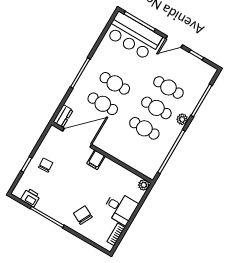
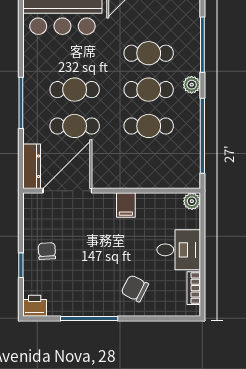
dresser: (63, 116) -> (32, 166), width x1.44
filing cabinet: (96, 160) -> (126, 205), moved
printer: (30, 197) -> (35, 306), moved

